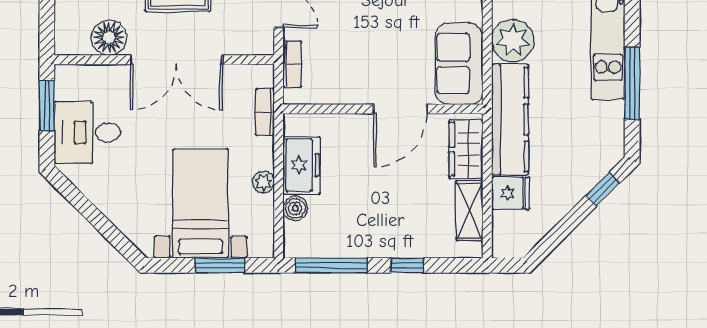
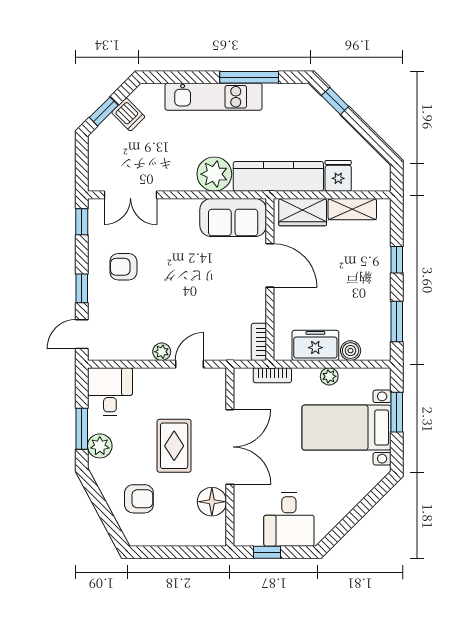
bookcase: (292, 64) -> (259, 342), moved, turned -90
window: (47, 105) -> (267, 552), width x0.67
window: (331, 265) -> (397, 321), width x0.69

